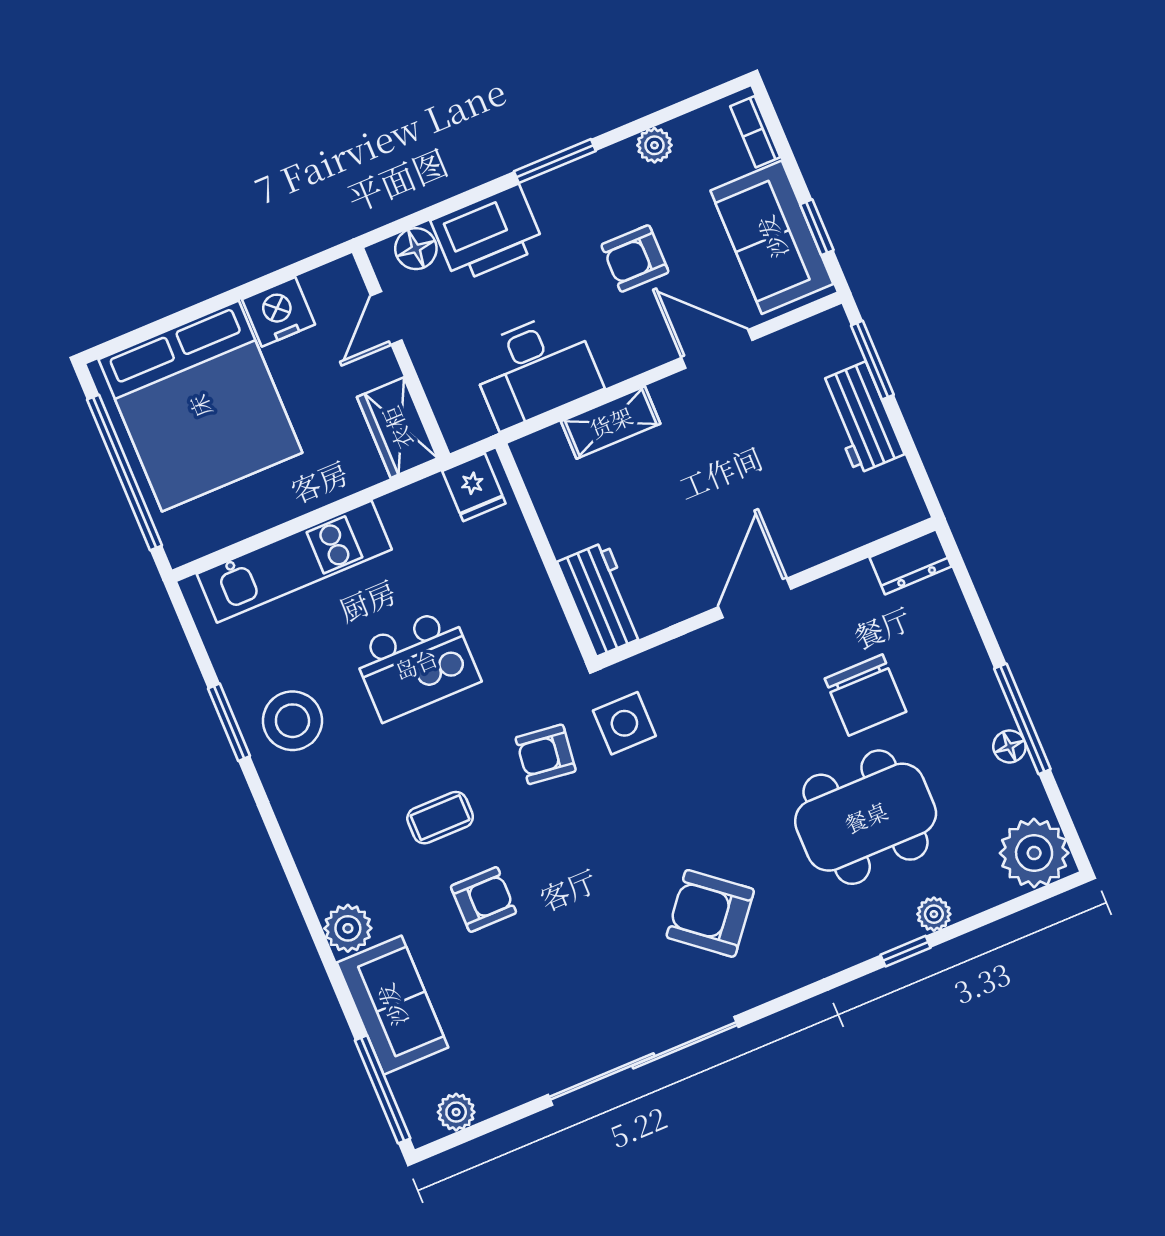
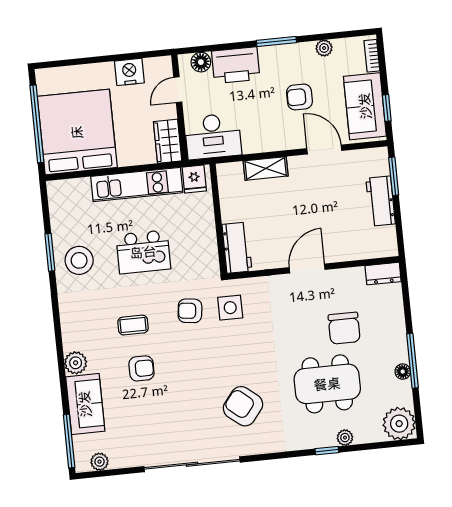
desk: (535, 369) -> (213, 136), moved
bed: (200, 406) -> (77, 132), moved, turned 180
kitchen unit: (294, 562) -> (137, 185), moved

